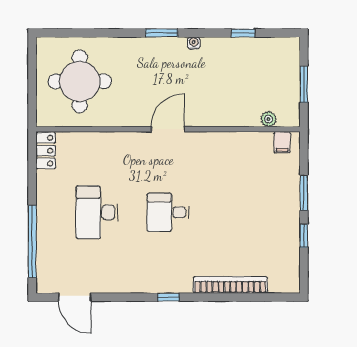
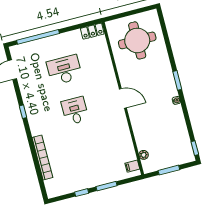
window: (243, 33) -> (195, 148), moved
window: (168, 297) -> (23, 112), moved

